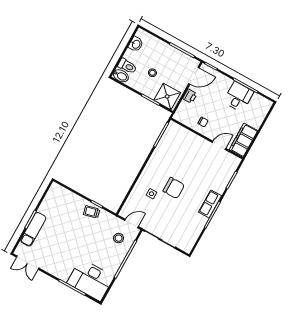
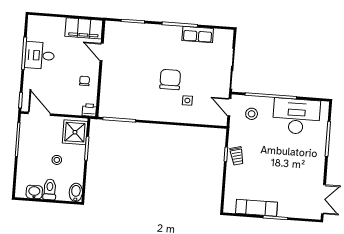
toilet: (127, 66) -> (50, 189), moved
printer: (190, 96) -> (89, 110), moved
row of seats: (210, 204) -> (198, 34), moved
exam couch: (33, 229) -> (257, 208), moved
desk: (90, 280) -> (296, 116), moved, turned -90

